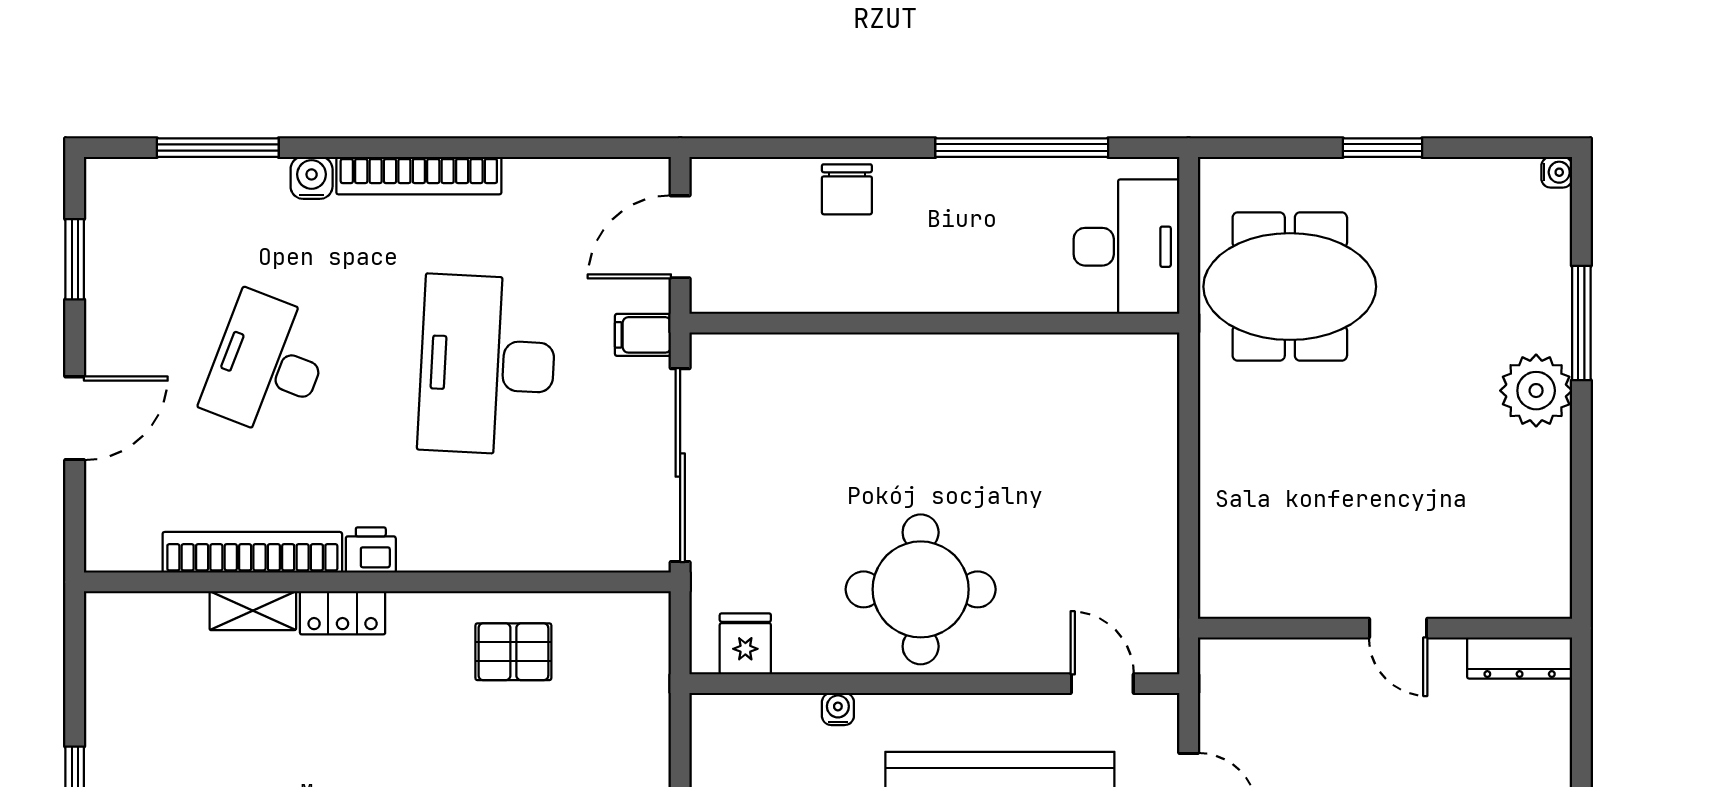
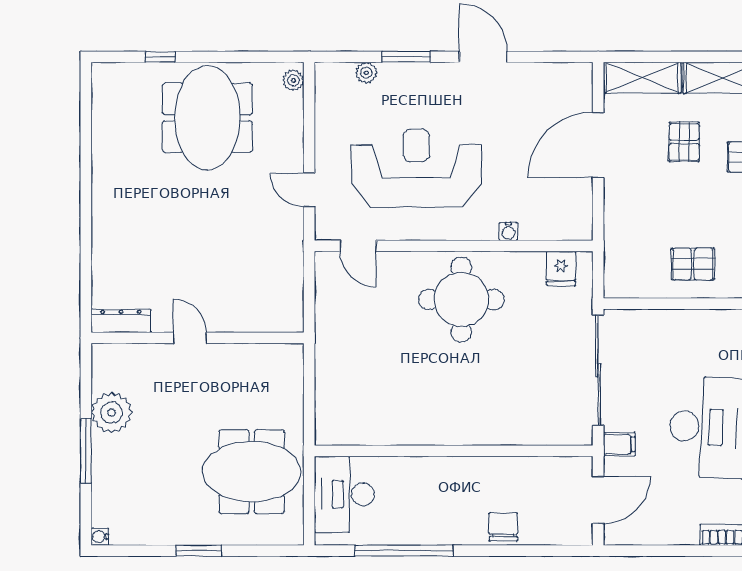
wall: (1385, 628) -> (197, 338), moved
door: (1398, 628) -> (190, 338), moved
dresser: (1520, 658) -> (121, 321), moved

